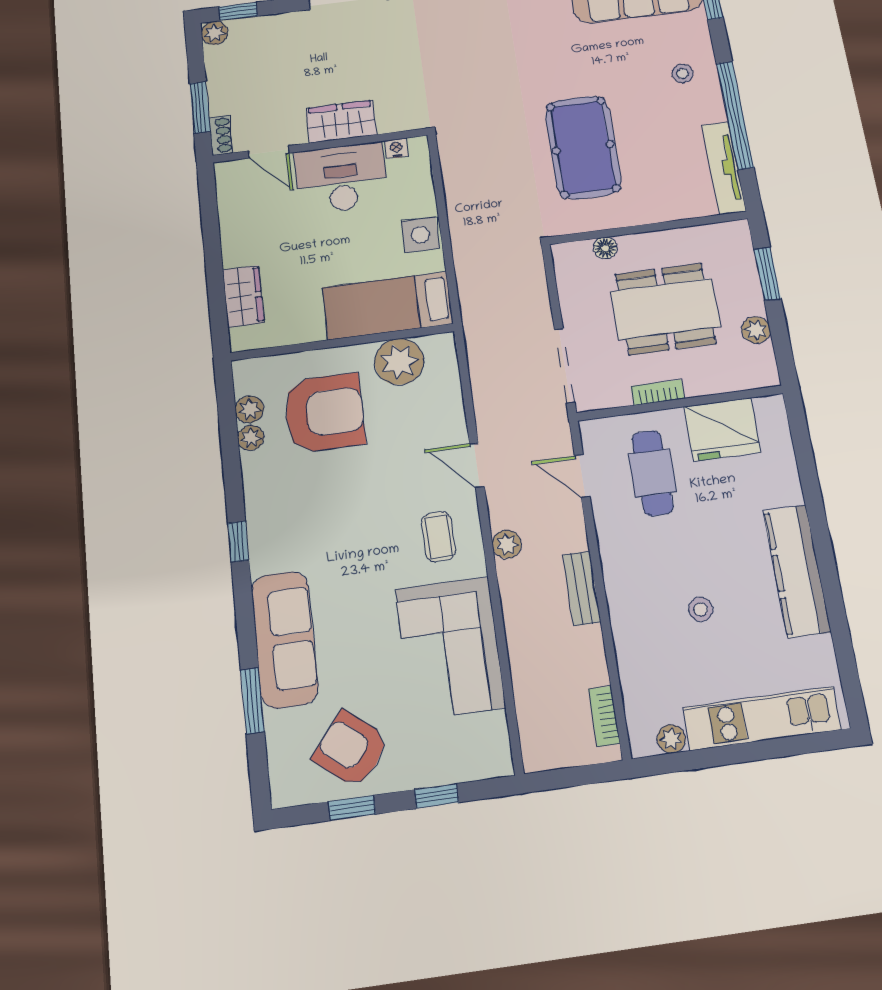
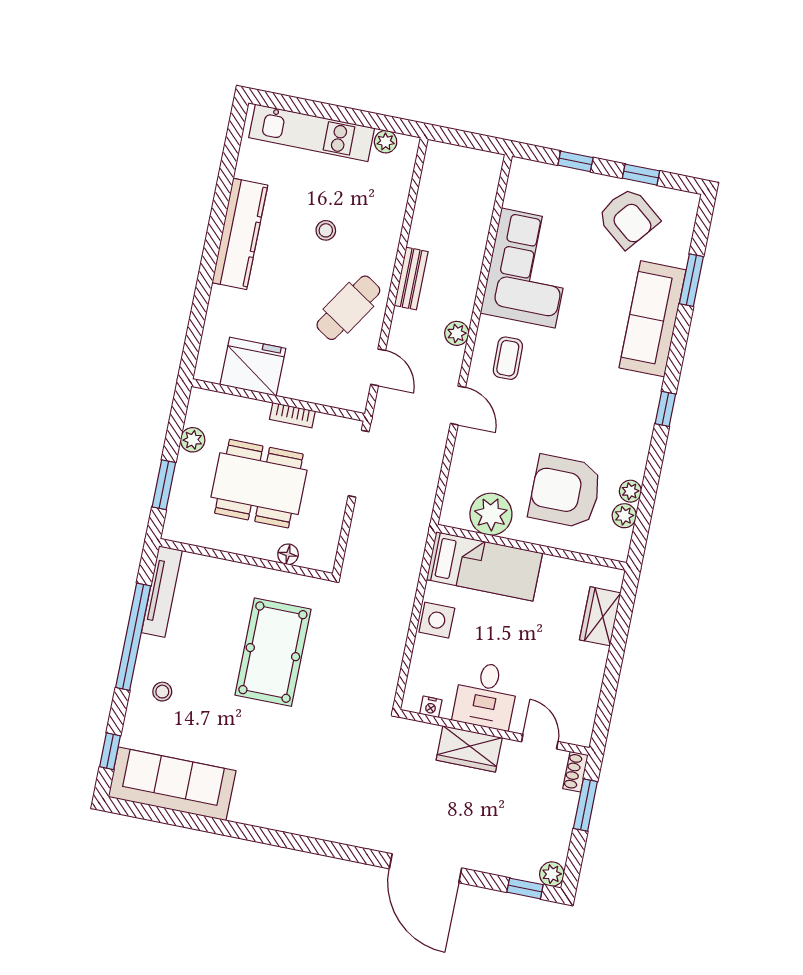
desk: (341, 178) -> (486, 695), width x0.73
cafe table: (652, 473) -> (348, 308), moved, turned 33
bookcase: (604, 716) -> (430, 176), removed

